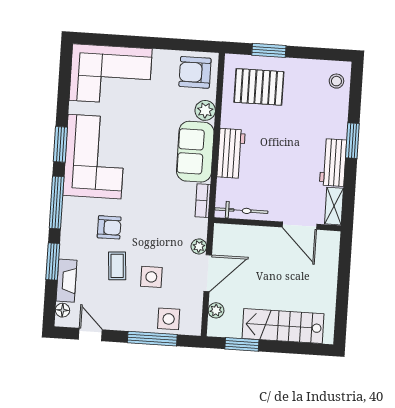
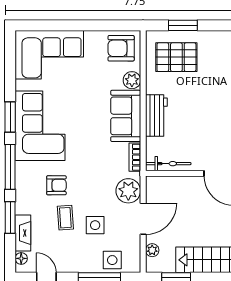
plant: (199, 246) -> (128, 191), width x1.88, depth x1.88

